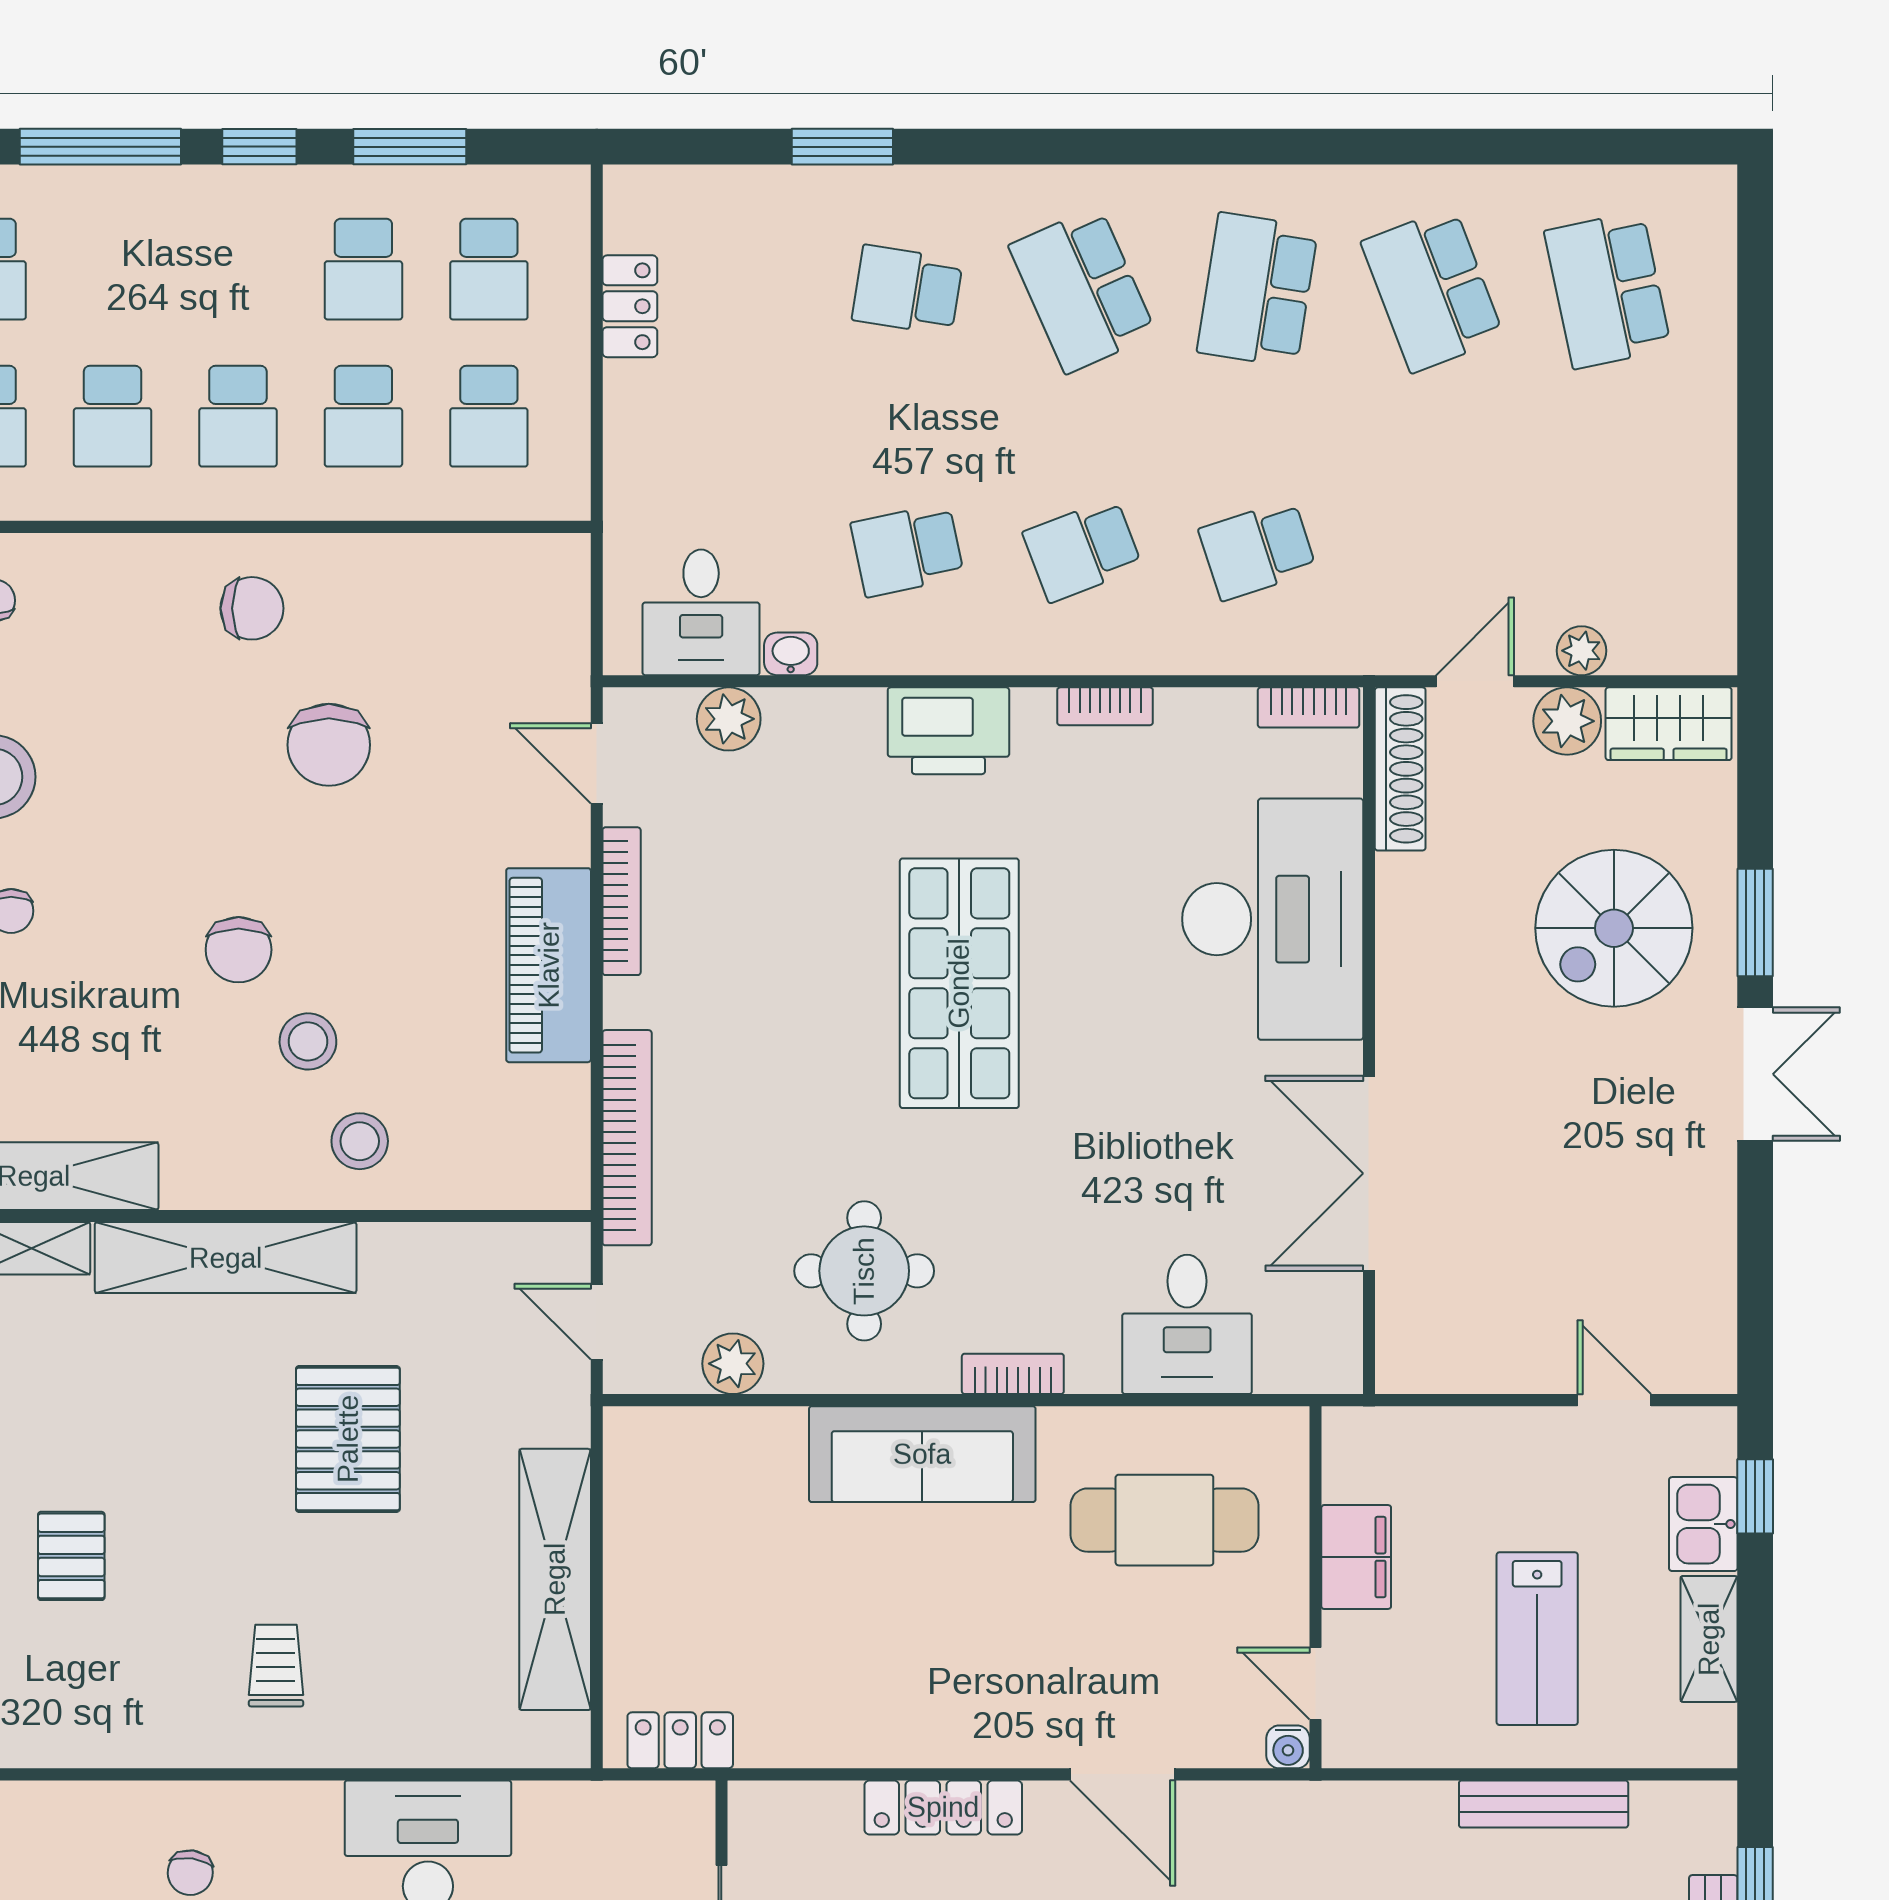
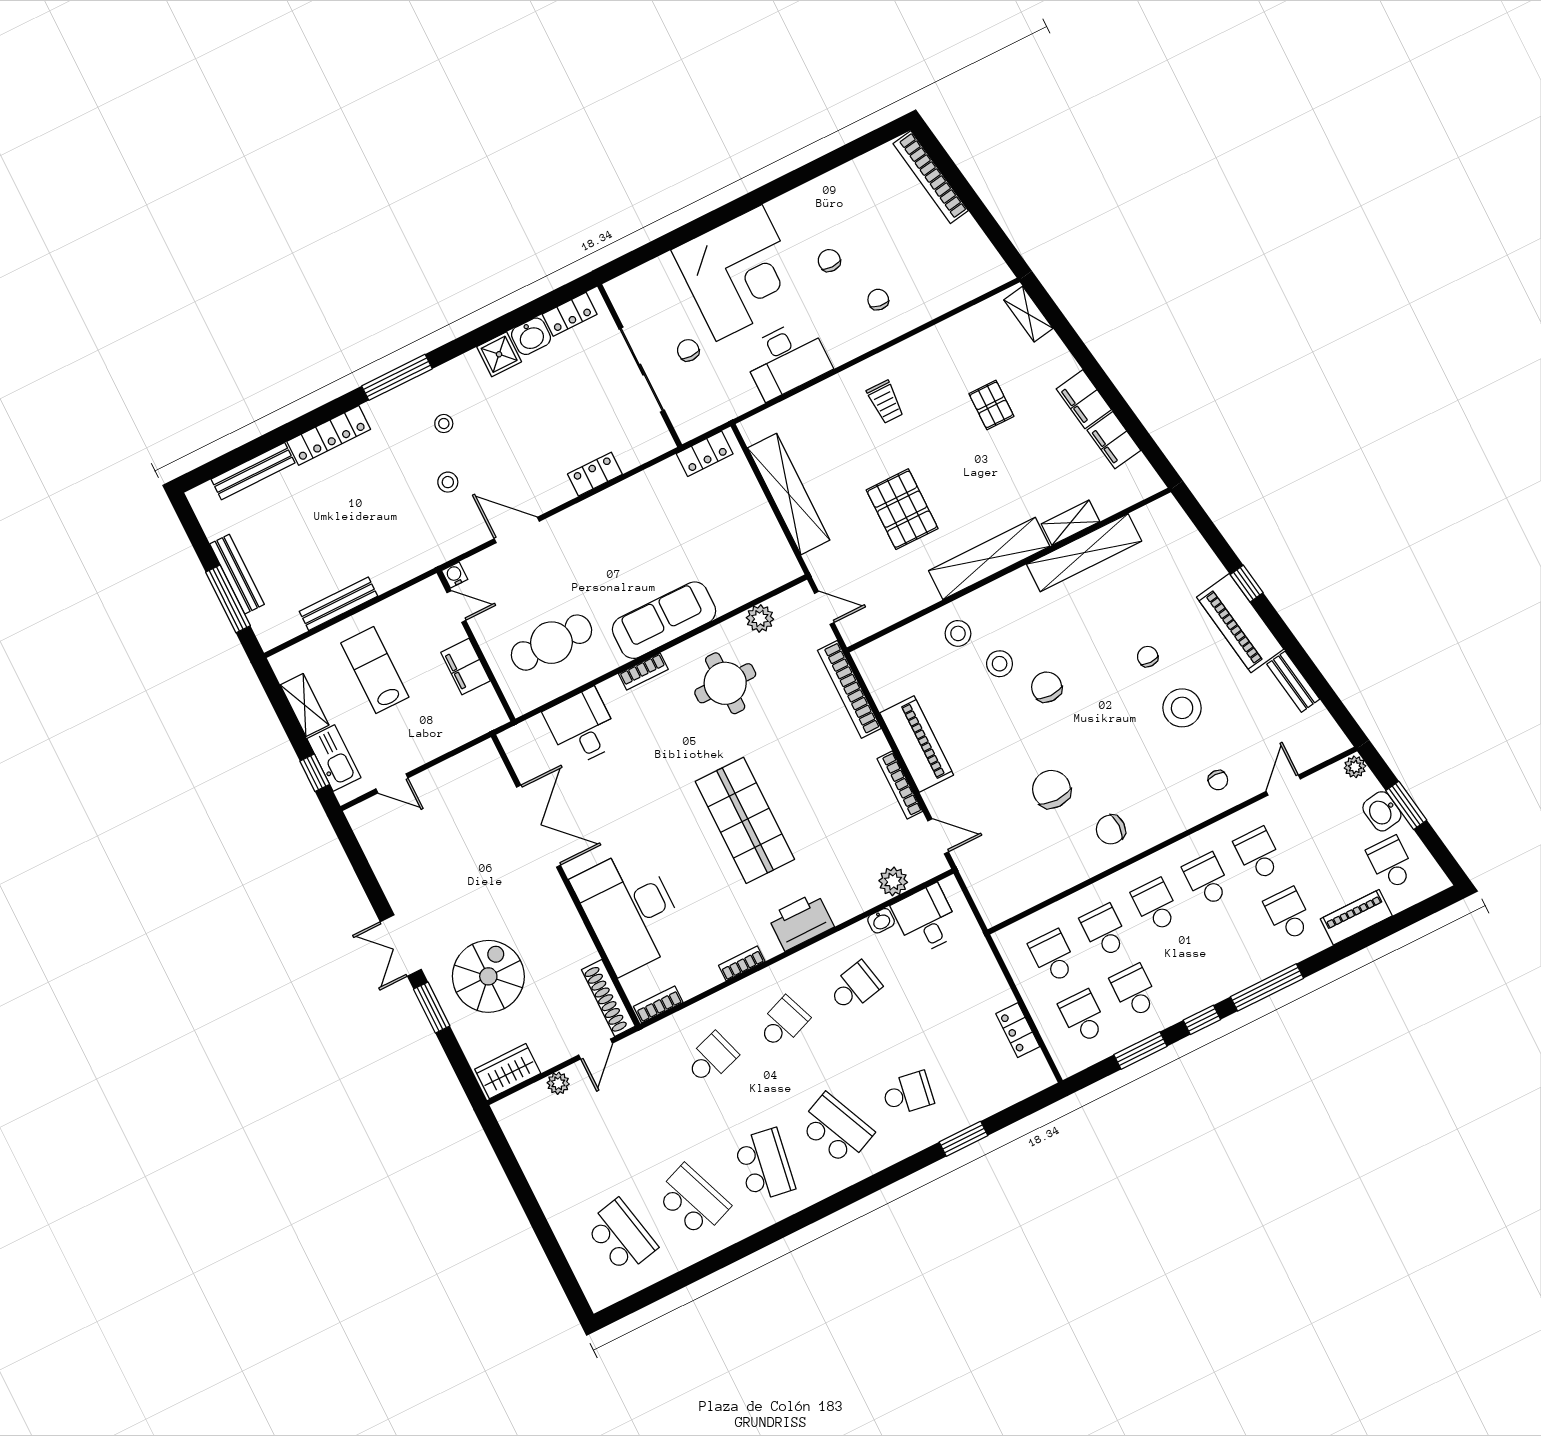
plant: (1567, 721) -> (550, 1052), removed
kitchen sink: (1703, 1524) -> (334, 758), width x1.38
locker: (943, 1807) -> (595, 474), width x0.66

